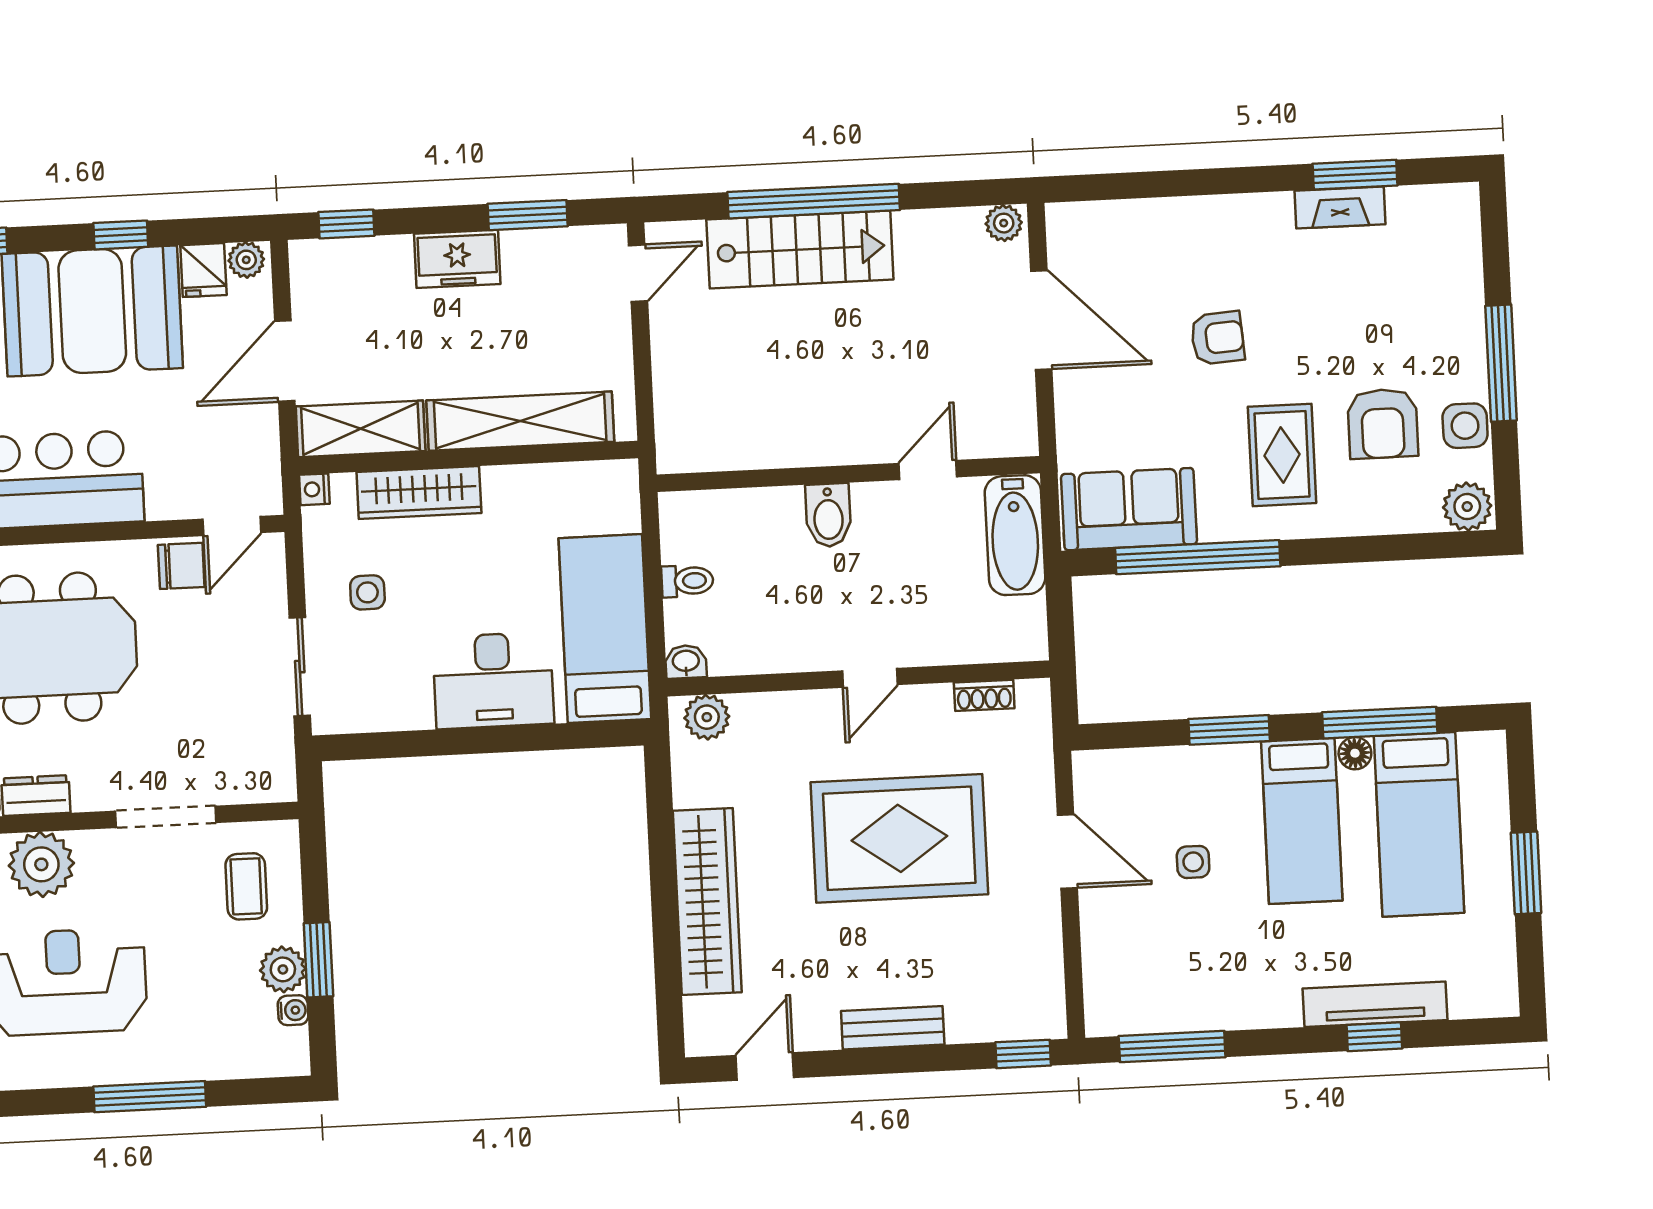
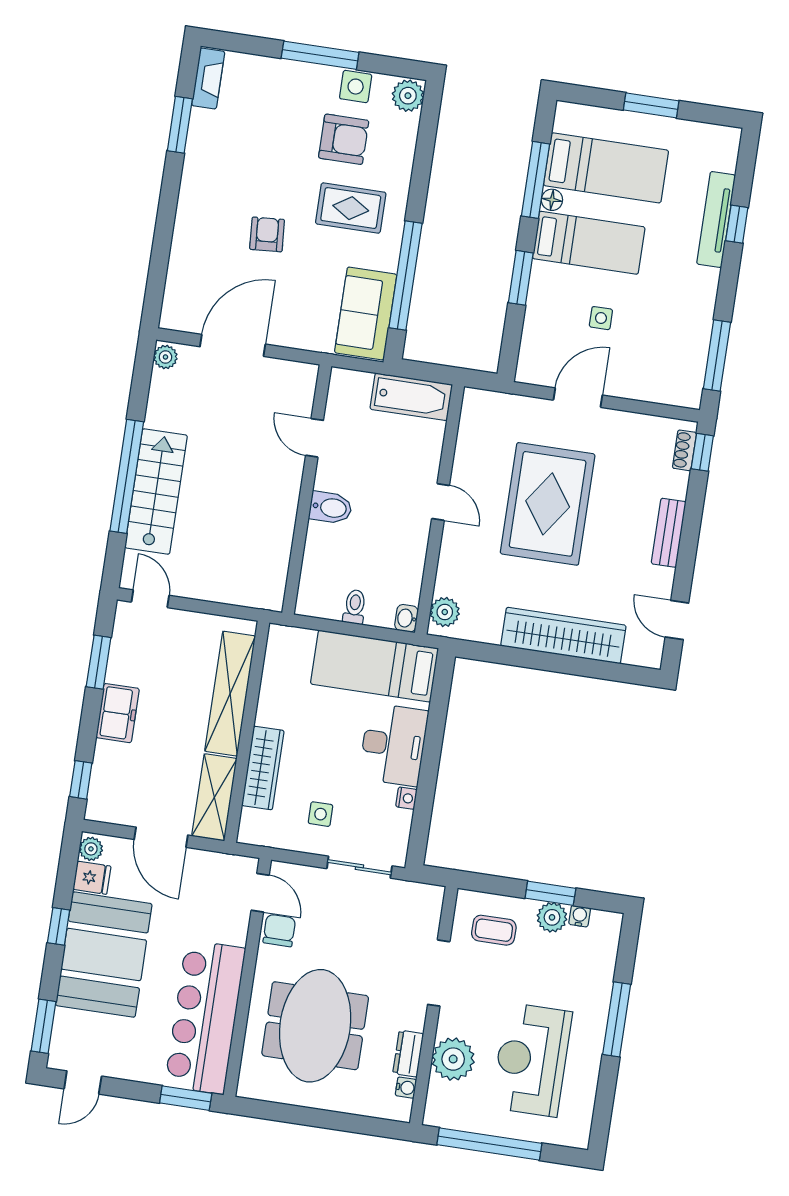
fireplace: (1340, 207) -> (208, 78), moved
nightstand: (314, 489) -> (406, 798), moved, turned -90
bathtub: (1015, 535) -> (411, 397), moved
shoe rack: (984, 695) -> (684, 450), moved, turned 180

